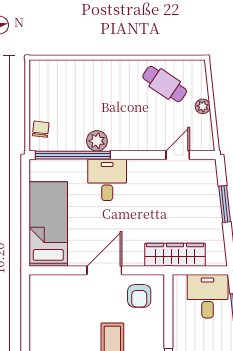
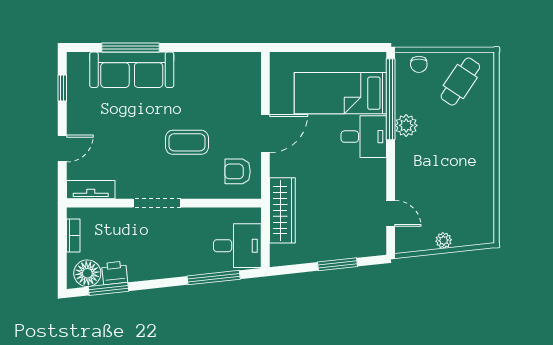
cafe table: (165, 84) -> (460, 82), moved
chair: (41, 129) -> (419, 64), turned 83
bed: (48, 224) -> (340, 93), moved, turned 180
door: (104, 270) -> (265, 134), hinge flipped

